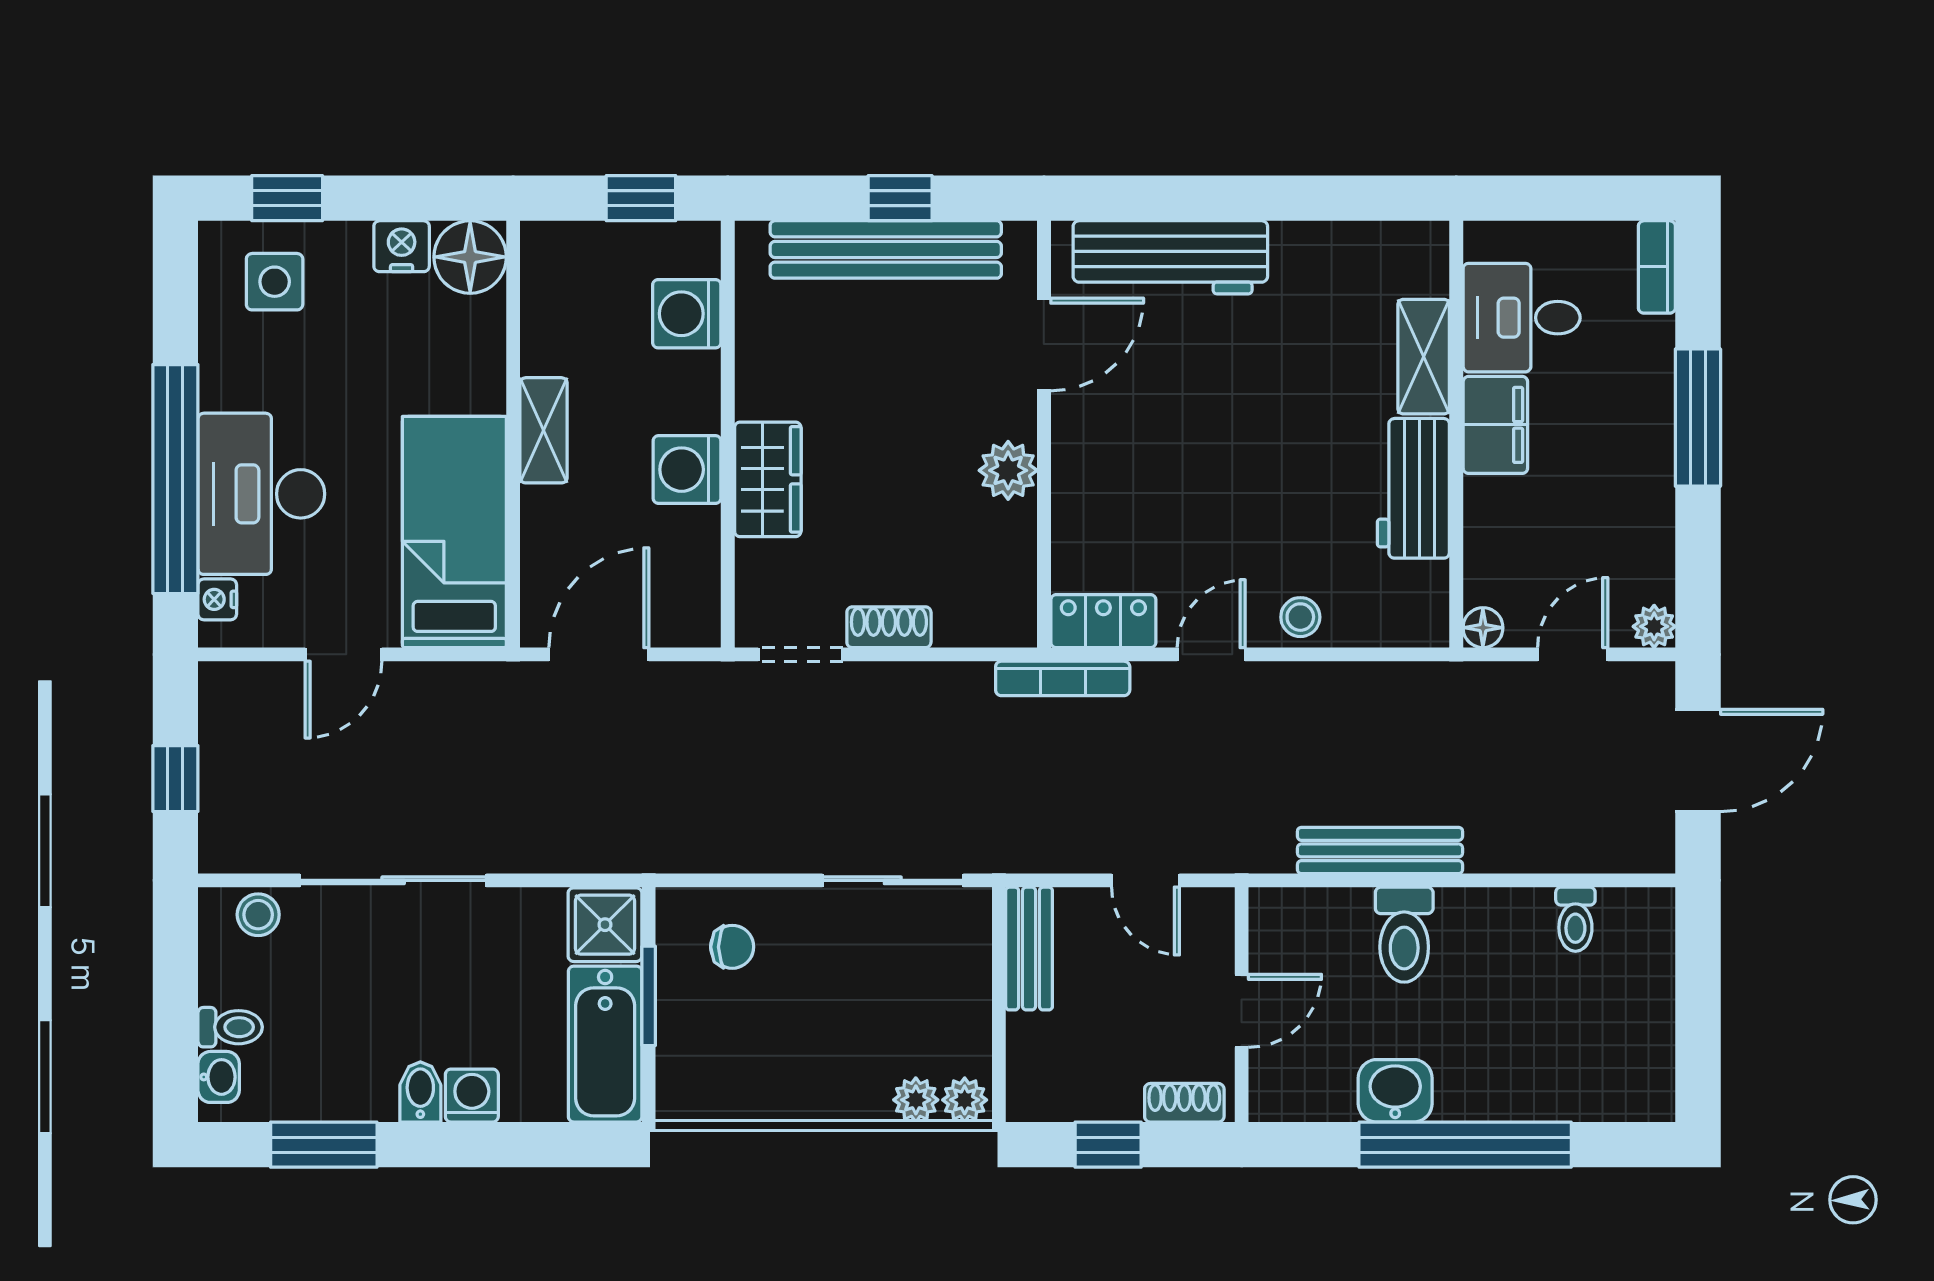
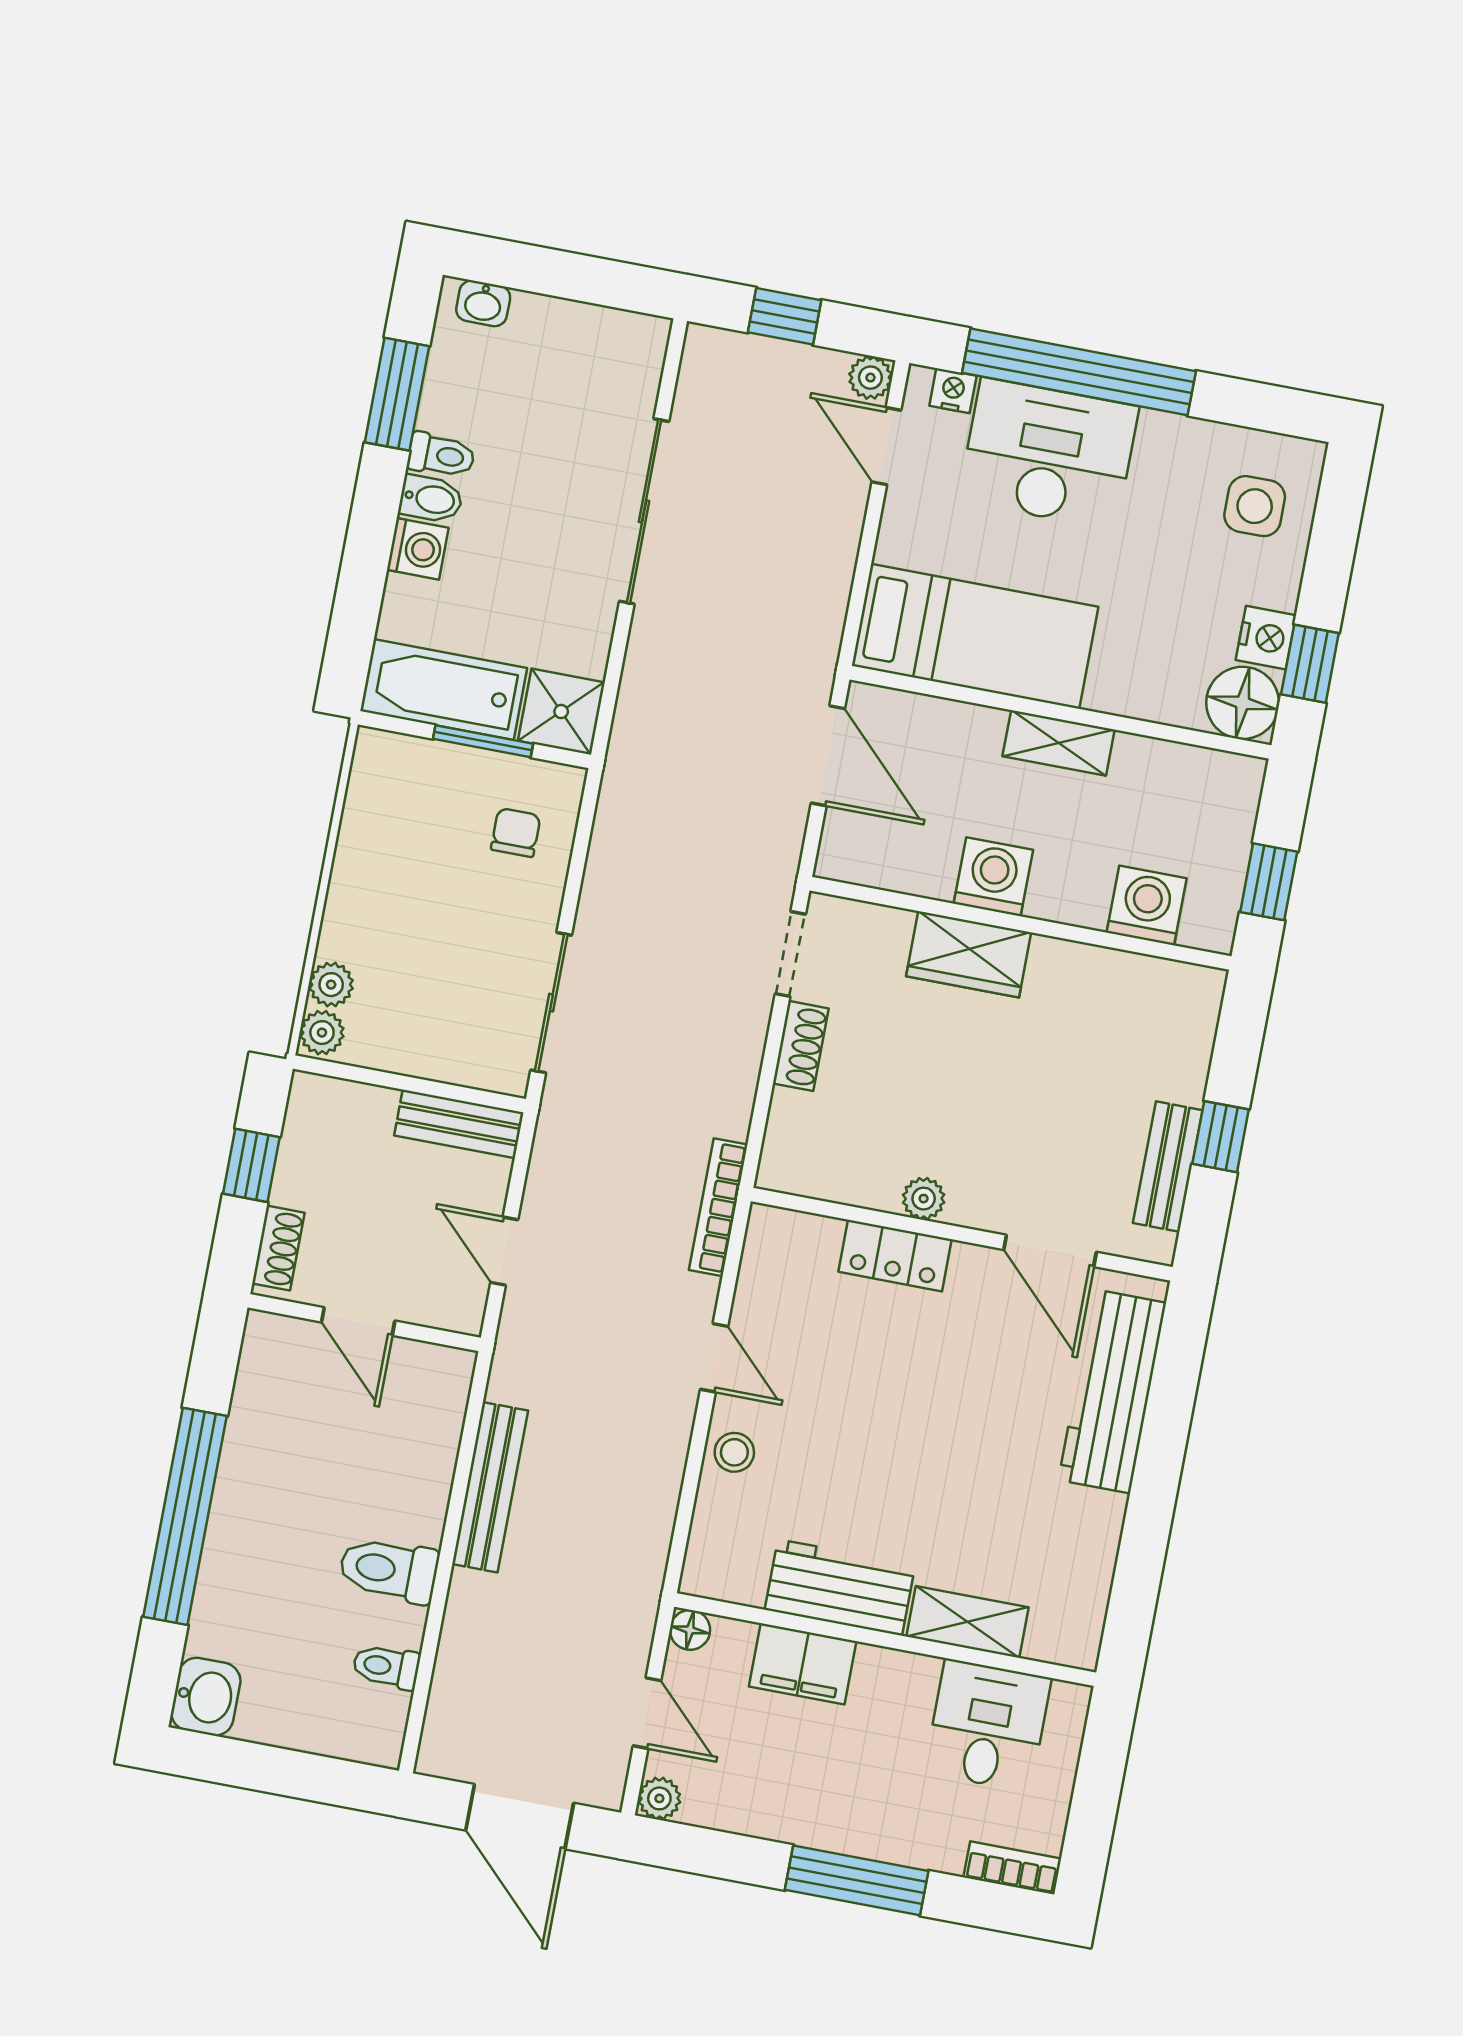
window: (287, 198) -> (1310, 664), moved
bench: (886, 249) -> (1168, 1167), width x0.54, depth x0.82
filing cabinet: (1495, 425) -> (803, 1664), moved
plant: (1008, 470) -> (924, 1199), width x0.73, depth x0.73
locker: (1103, 621) -> (895, 1256), moved, turned 90
door: (343, 654) -> (886, 446), moved
plant: (220, 683) -> (870, 378), added
door: (1145, 880) -> (504, 1251), hinge flipped
stool: (258, 915) -> (635, 372), removed
toilet: (1404, 935) -> (389, 1570), moved
chair: (732, 947) -> (516, 832), turned 180
toilet: (230, 1027) -> (441, 455), moved, turned -90
washbasin: (1395, 1091) -> (206, 1697), moved

